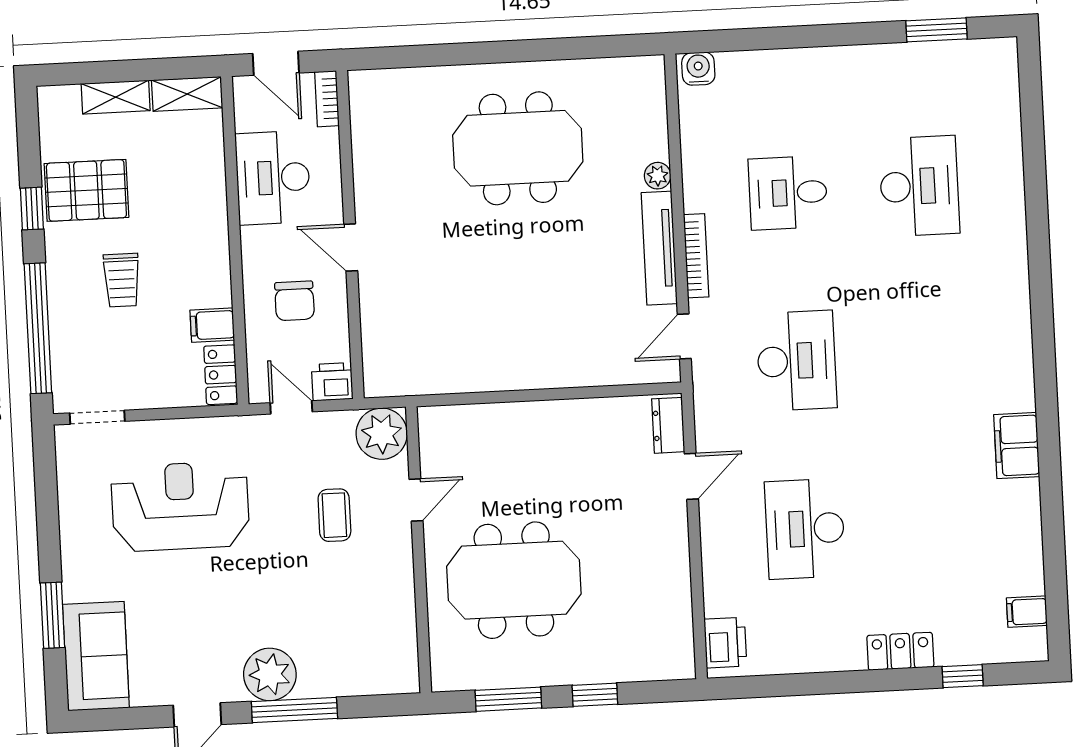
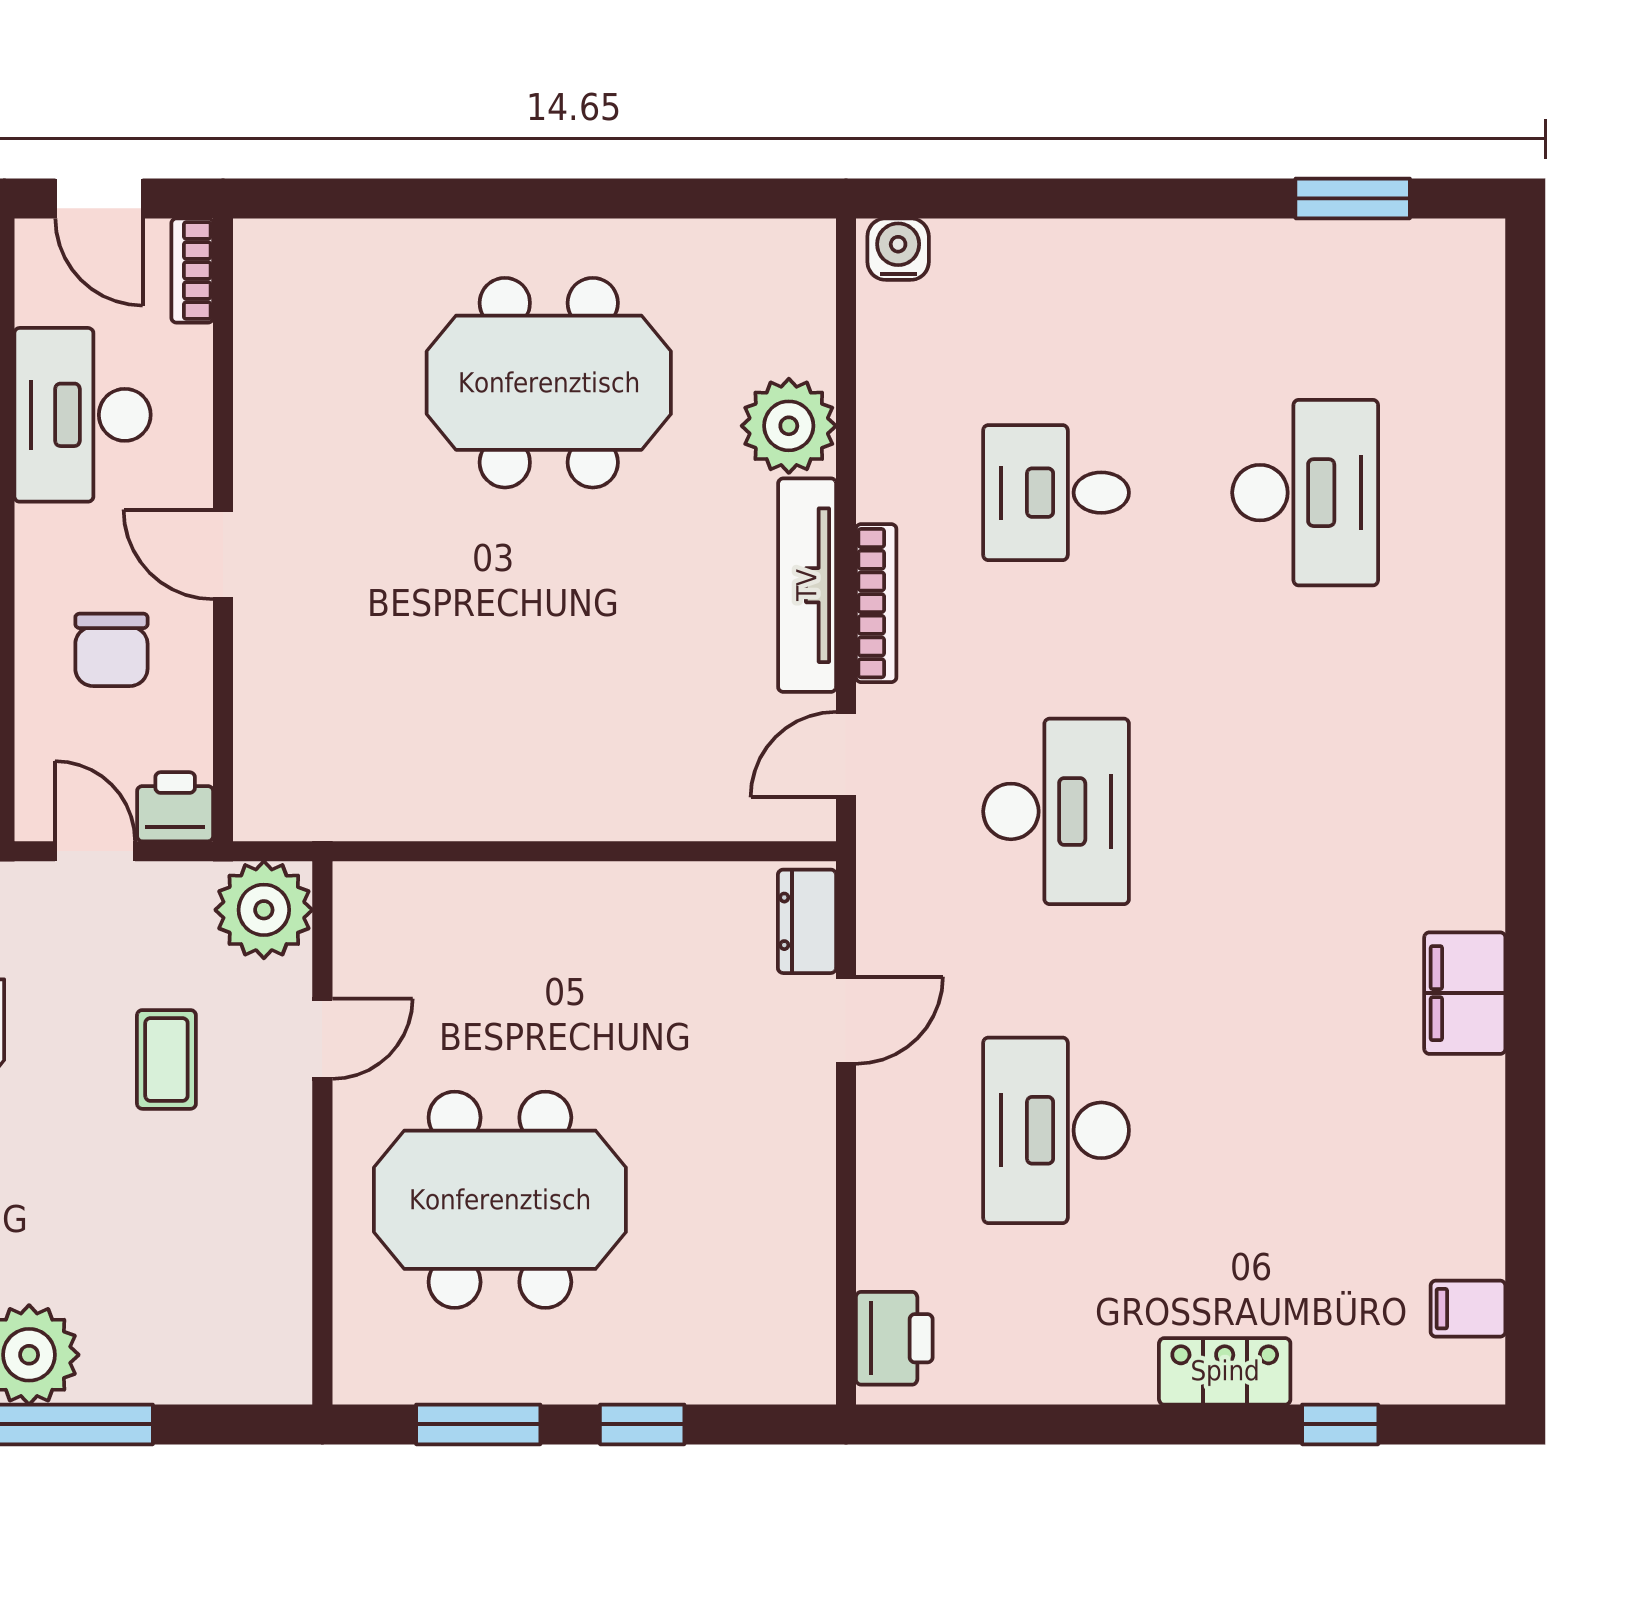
plant: (658, 176) -> (789, 426), width x1.88, depth x1.88

